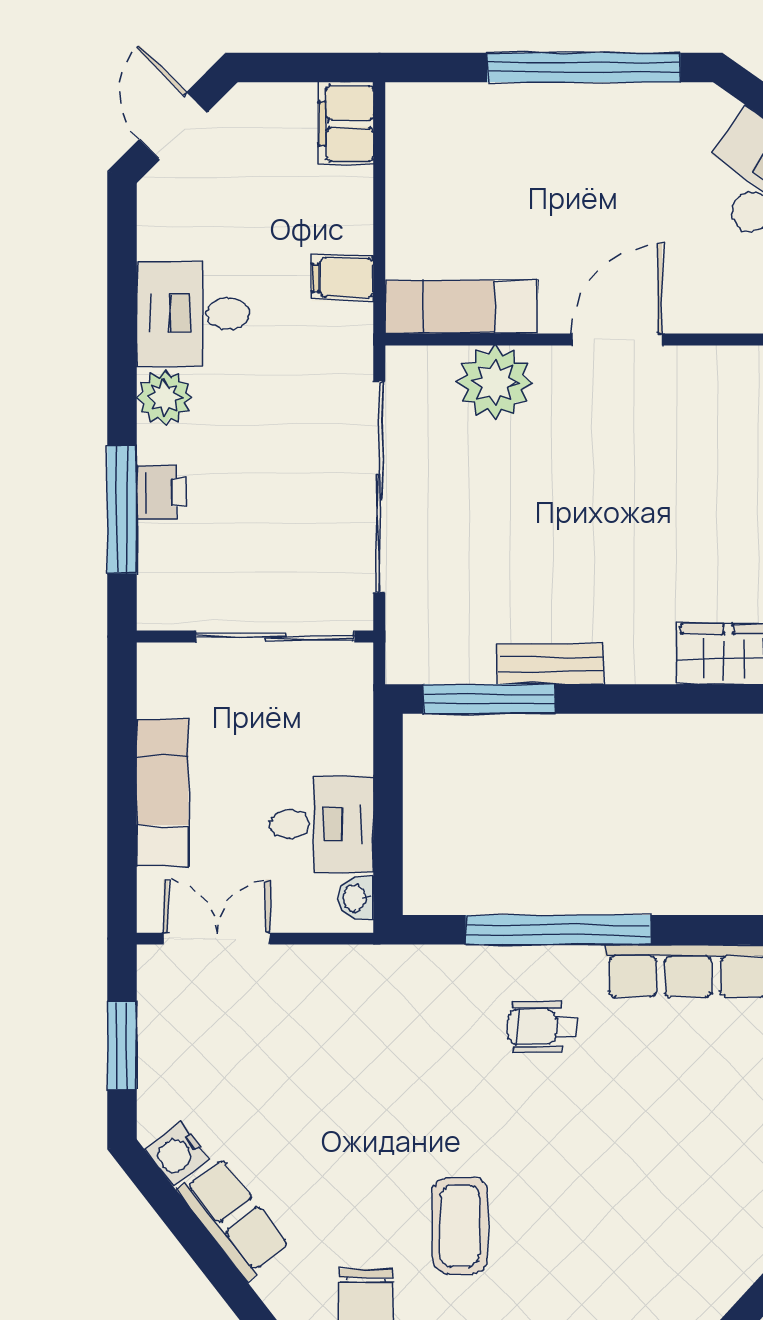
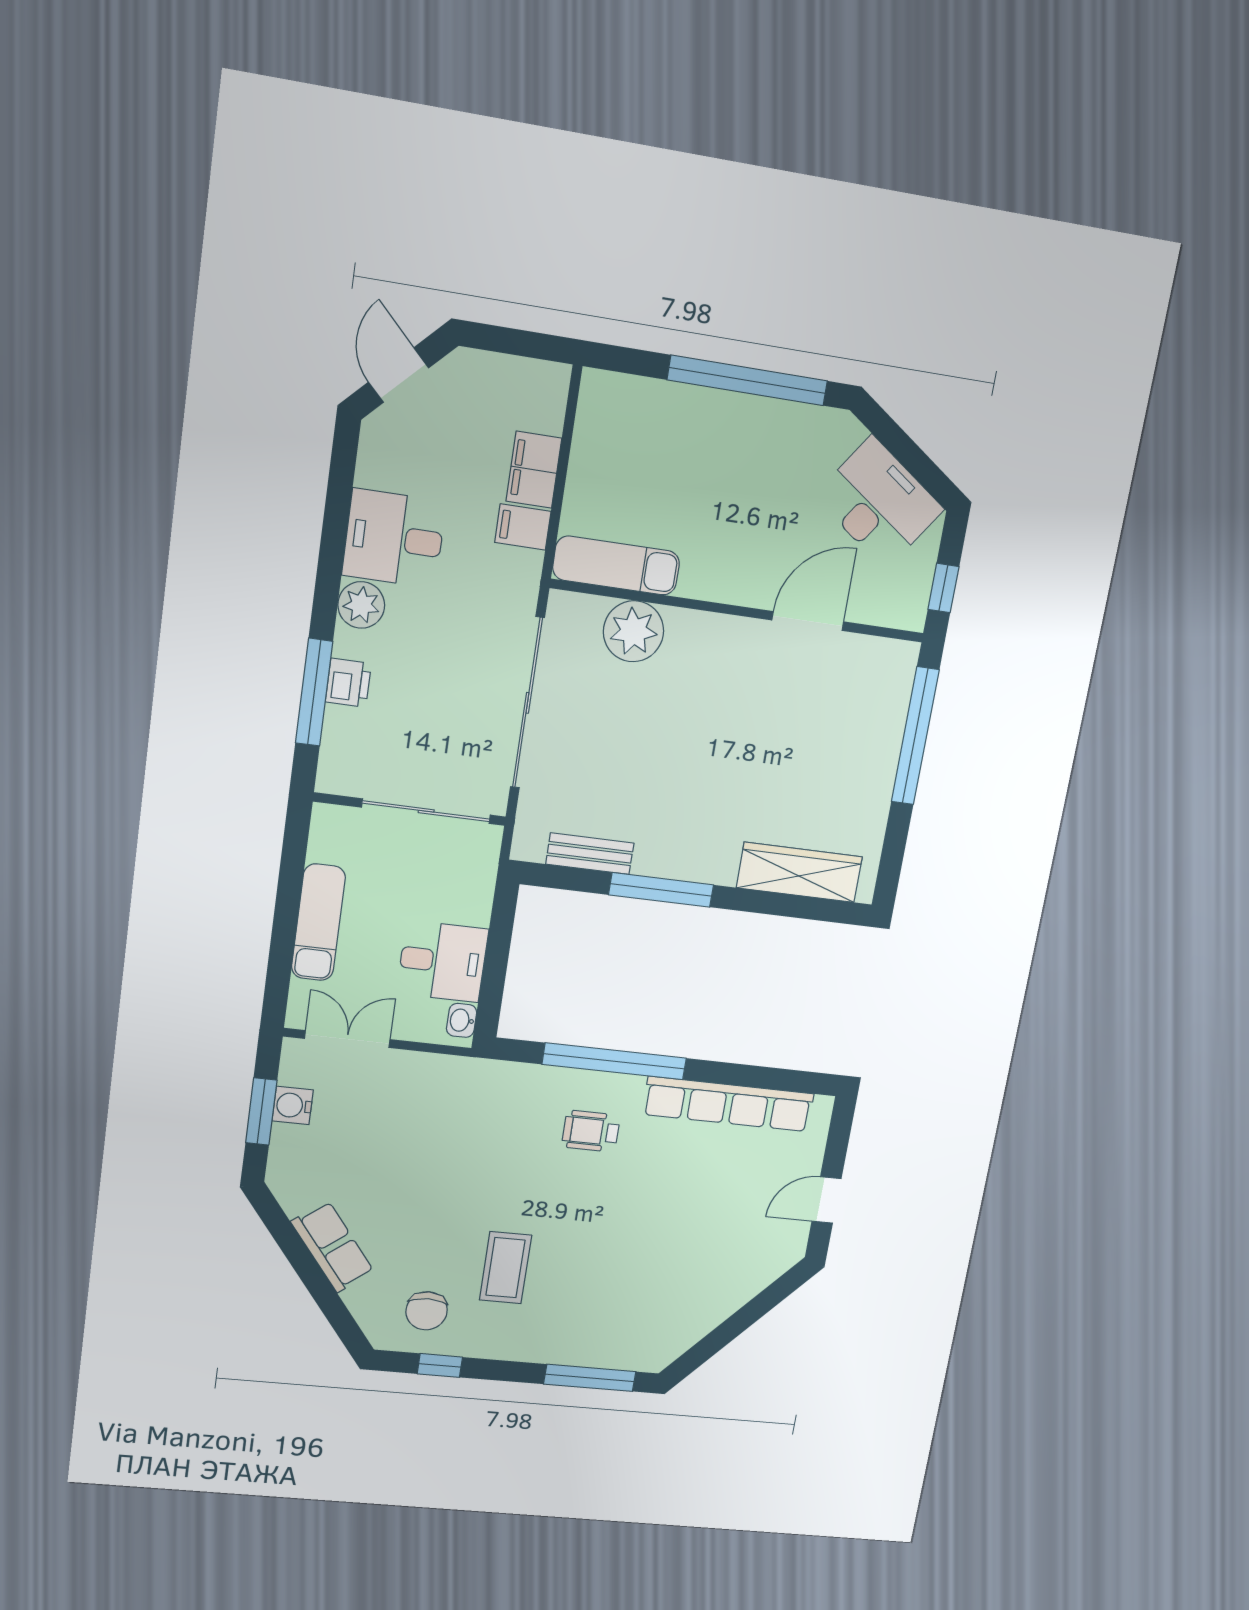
filing cabinet: (346, 124) -> (534, 470), moved
door: (617, 339) -> (808, 621), moved
bench: (550, 664) -> (590, 854), moved
window: (489, 699) -> (661, 890), moved
water cooler: (177, 1154) -> (293, 1105), moved, turned 38

